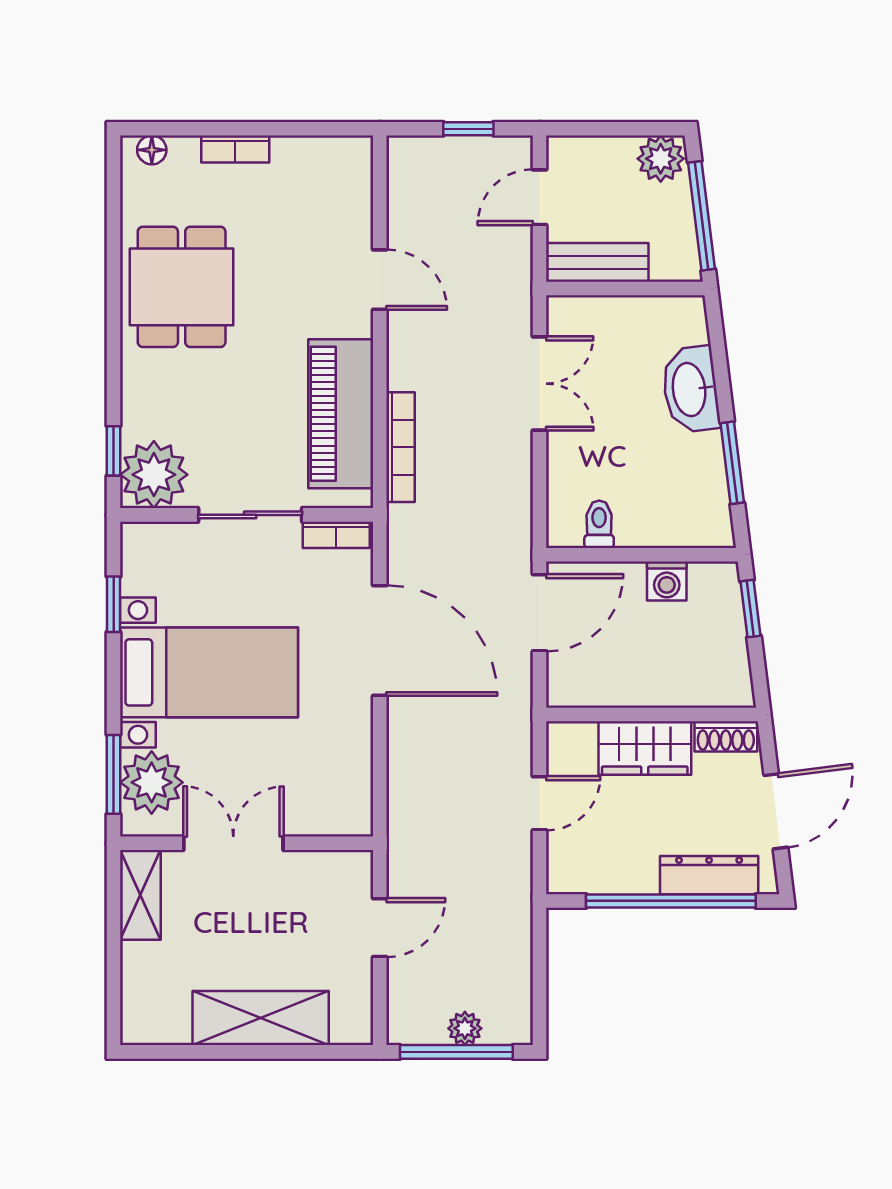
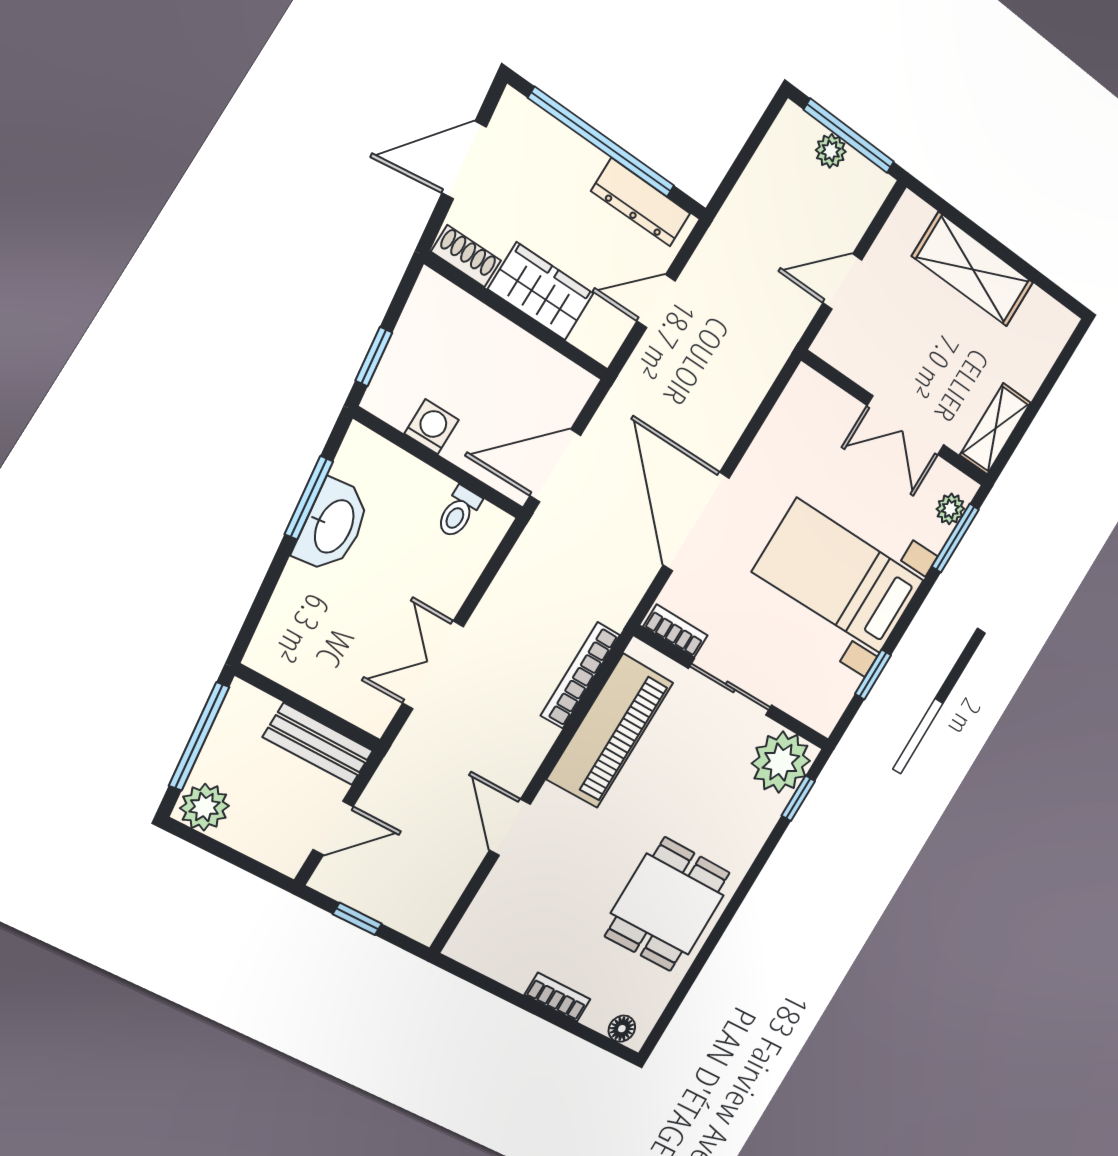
washbasin: (691, 389) -> (333, 526), moved
plant: (152, 782) -> (950, 509), width x0.53, depth x0.53
dresser: (709, 875) -> (641, 202), moved

